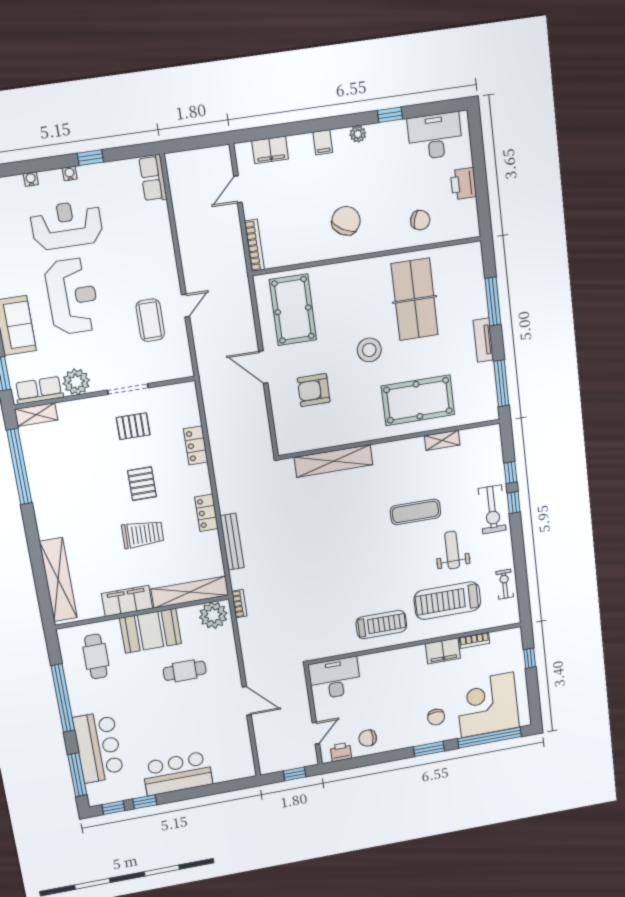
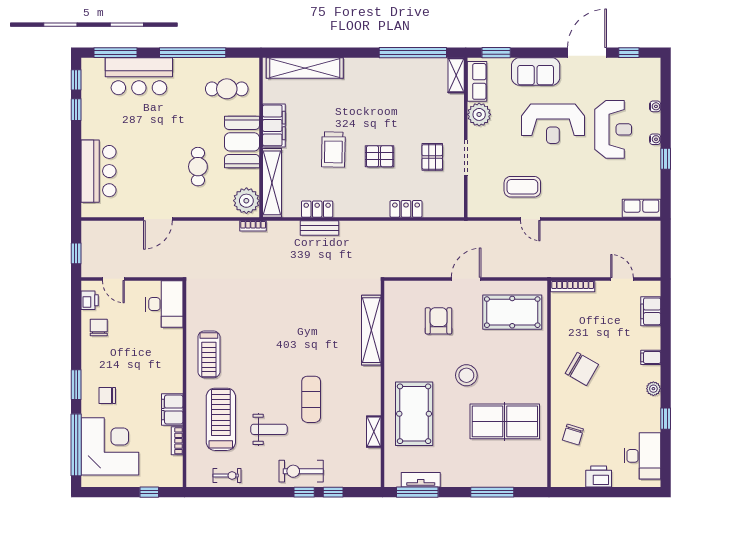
tv unit: (483, 340) -> (421, 480), moved
locker: (206, 513) -> (317, 209), moved
bench: (232, 542) -> (319, 228), width x0.73
bar counter: (177, 773) -> (99, 171), moved

